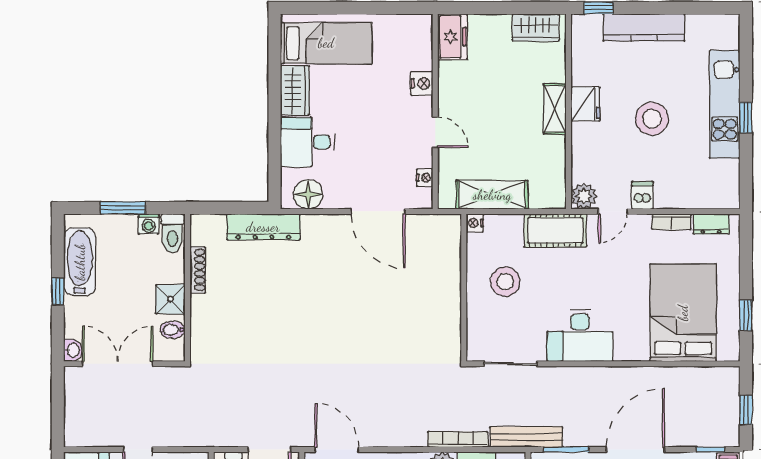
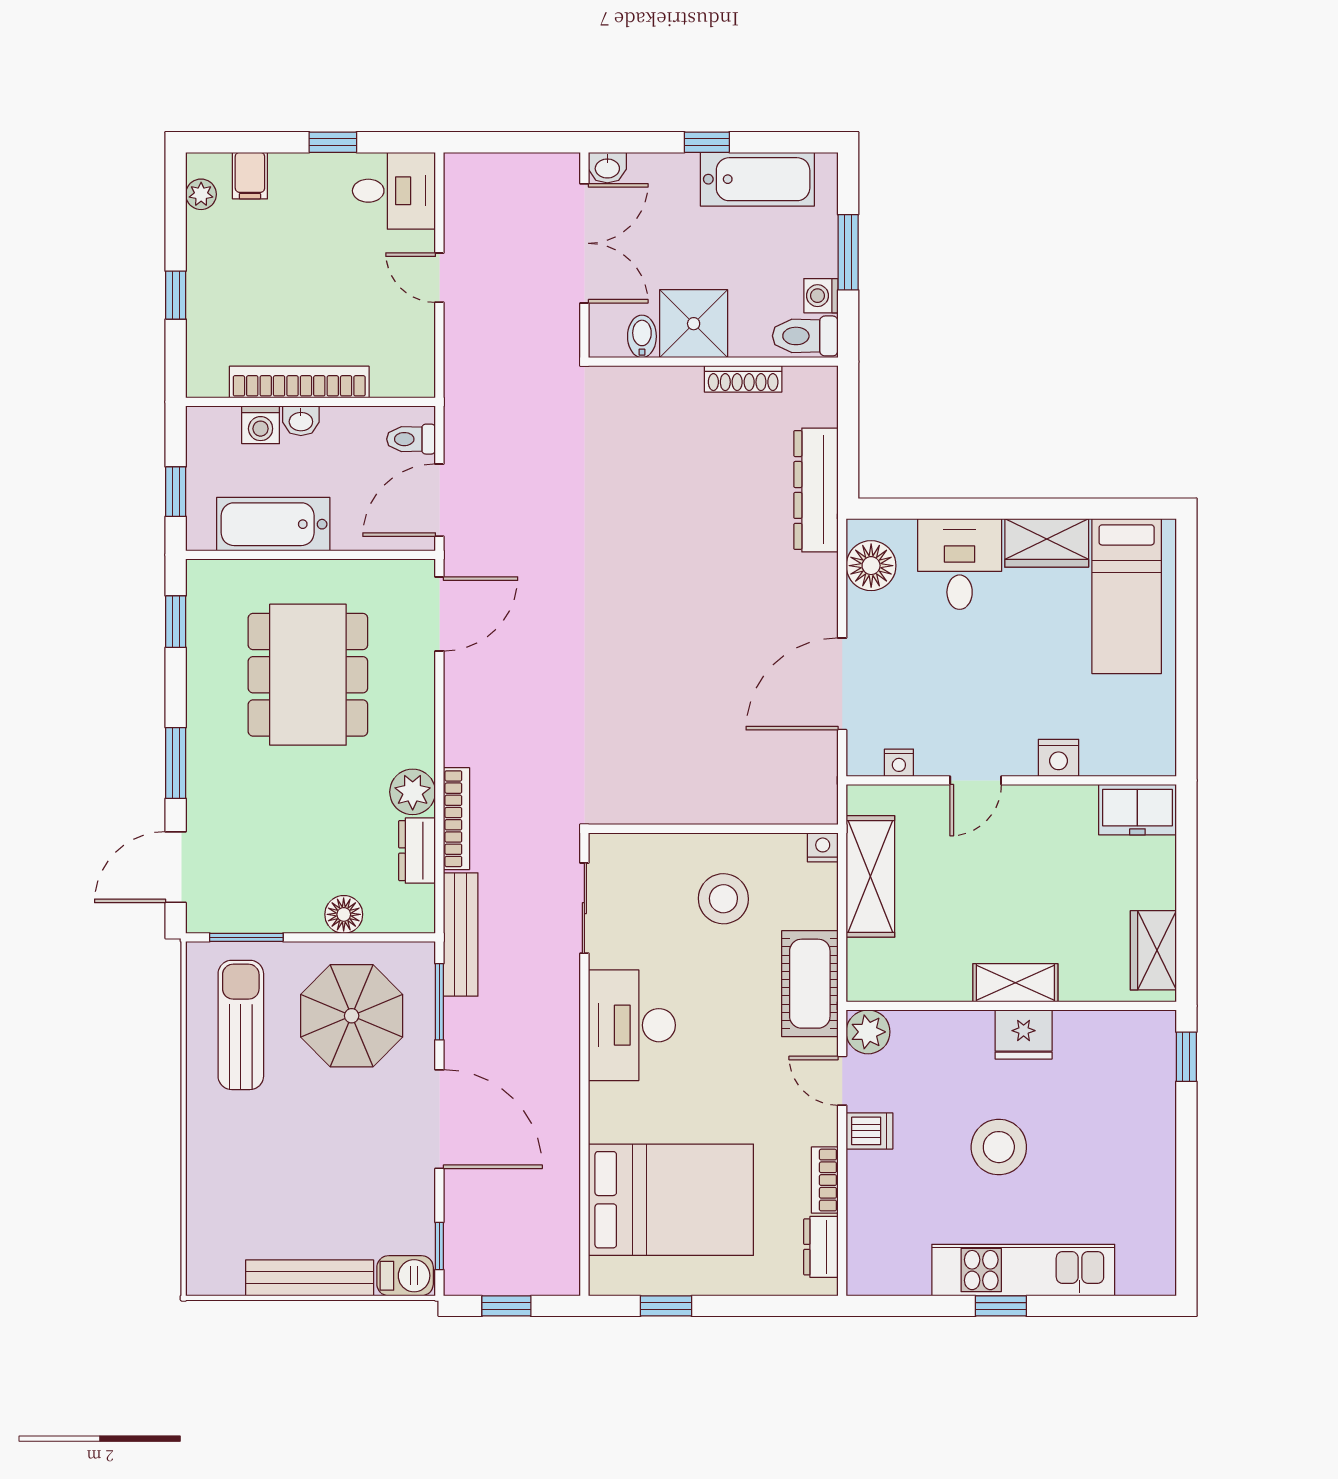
kitchen counter: (644, 27) -> (1153, 1133), removed
shower: (170, 299) -> (694, 324), width x1.36, depth x1.36

